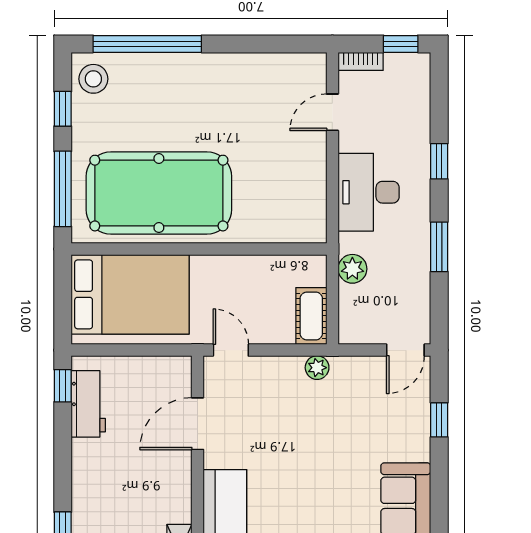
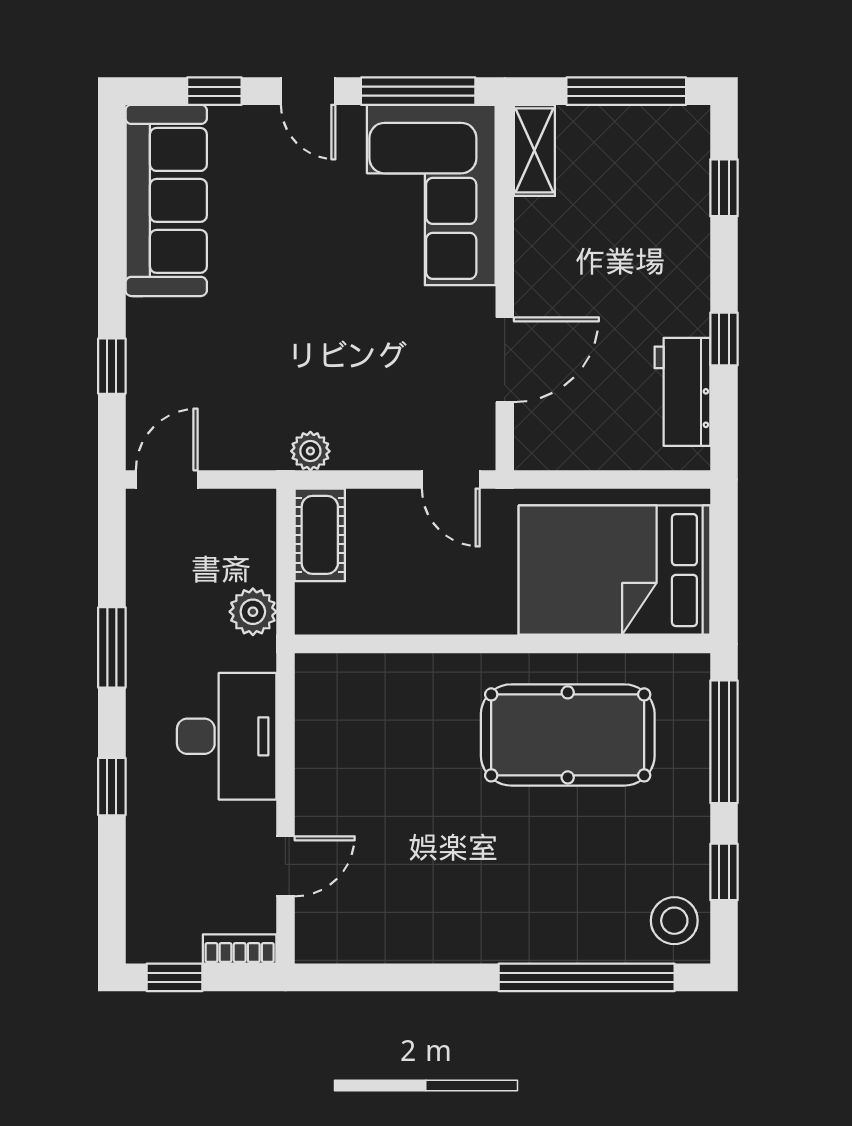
pool table: (159, 193) -> (568, 735), width x0.73, depth x0.76
window: (63, 386) -> (724, 339), moved

